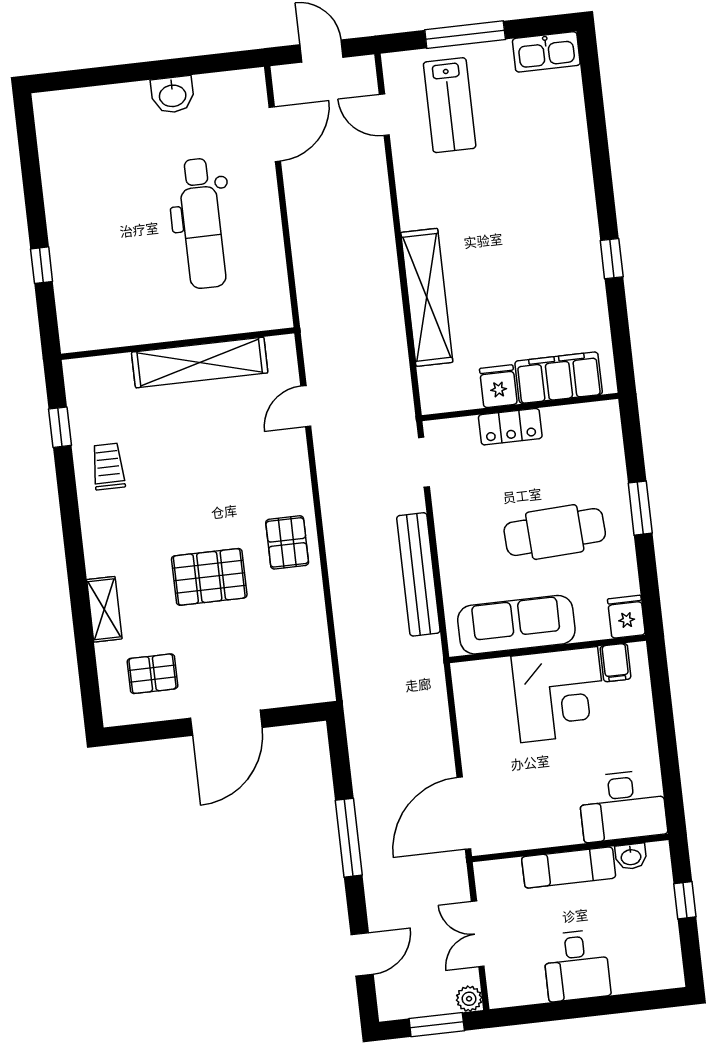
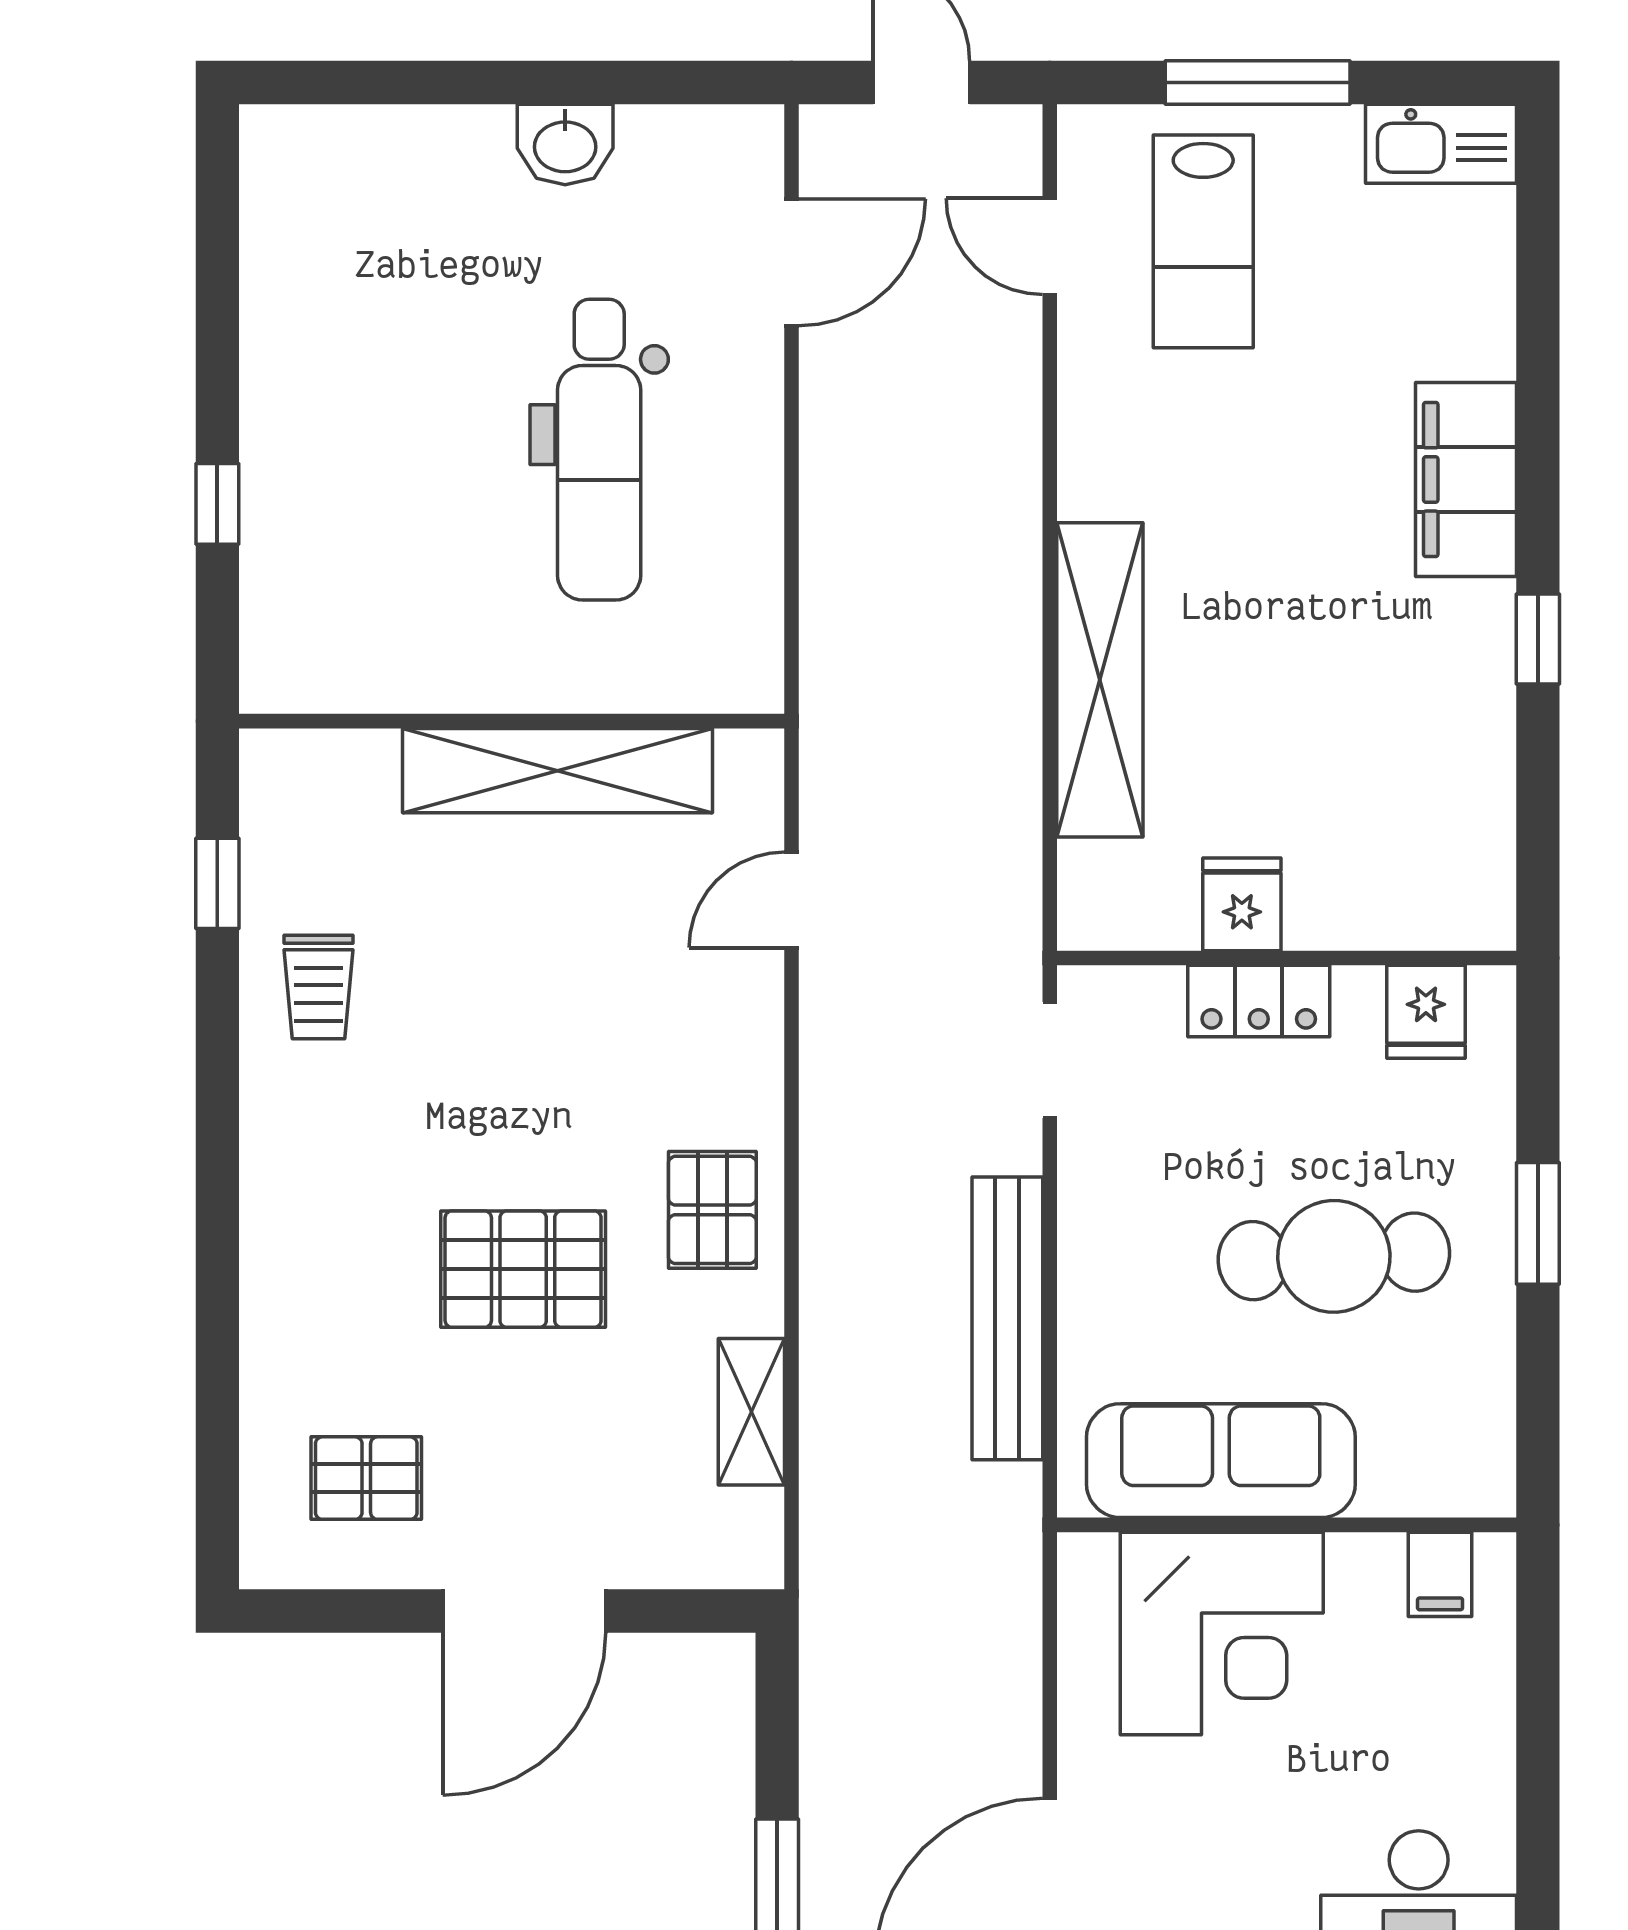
filing cabinet: (559, 378) -> (1466, 479), moved, turned -90
trolley: (108, 466) -> (319, 987), turned 180
shelving: (104, 609) -> (751, 1412), moved
fridge: (626, 617) -> (1426, 1012), moved, turned 180
corner desk: (559, 695) -> (1222, 1633), moved

